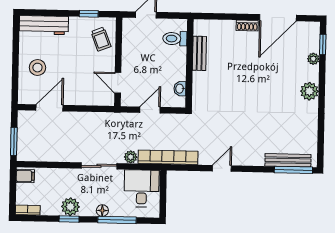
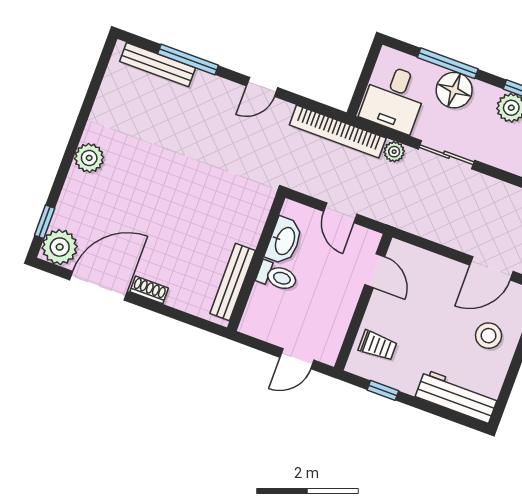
trolley: (101, 39) -> (378, 346), turned 111
toilet: (175, 39) -> (277, 276), moved
bench: (199, 53) -> (233, 282), width x1.36
plant: (313, 59) -> (60, 247), moved, width x1.88, depth x1.88
washbasin: (180, 89) -> (284, 241), width x1.91, depth x1.45
door: (150, 110) -> (340, 213), hinge flipped
window: (293, 170) -> (188, 60), moved
floor lamp: (102, 211) -> (454, 90), width x1.89, depth x1.89

